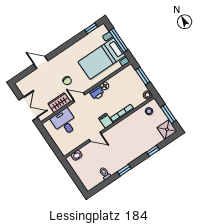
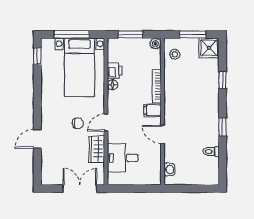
printer: (97, 93) -> (114, 71), moved
door: (95, 137) -> (162, 134), swing flipped

